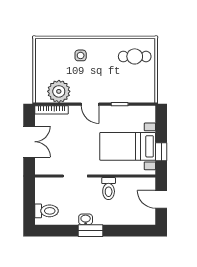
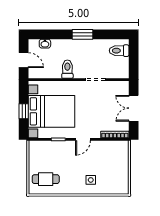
plant: (59, 91) -> (109, 150), removed
door: (90, 104) -> (83, 139), swing flipped
bed with nightstands: (128, 146) -> (52, 111), width x1.36
window: (161, 152) -> (24, 111), moved
washbasin: (86, 219) -> (45, 44), moved

